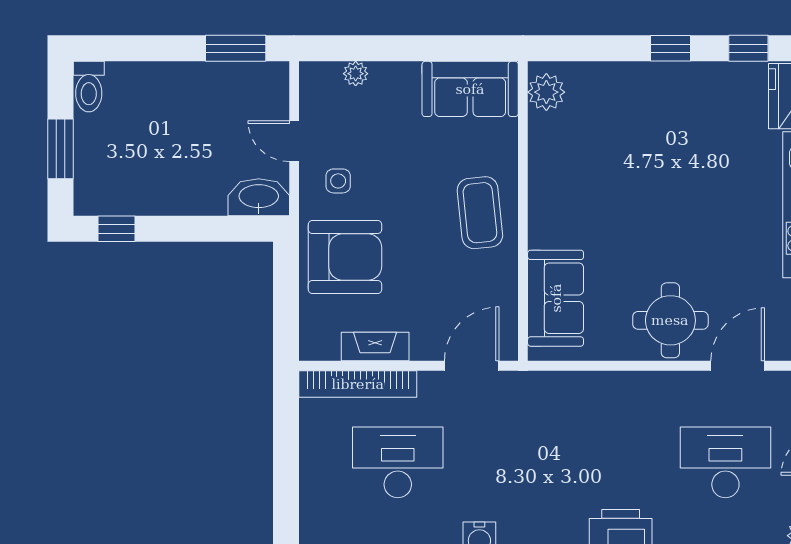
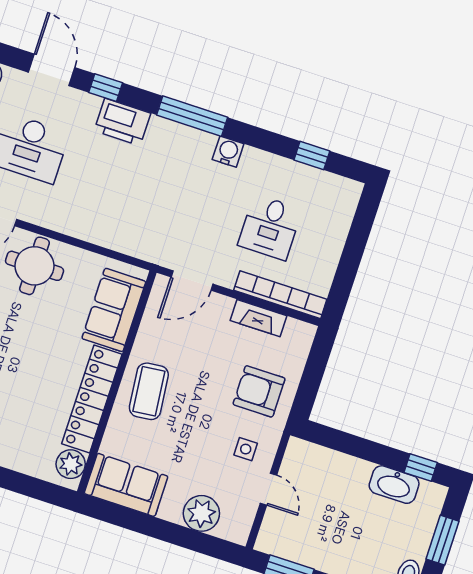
plant: (356, 74) -> (201, 513), width x1.87, depth x1.87
locker: (547, 180) -> (92, 399), added
washbasin: (259, 197) -> (394, 485), moved
armchair: (345, 257) -> (259, 391), width x0.73, depth x0.73
desk: (398, 462) -> (270, 227), width x0.73

